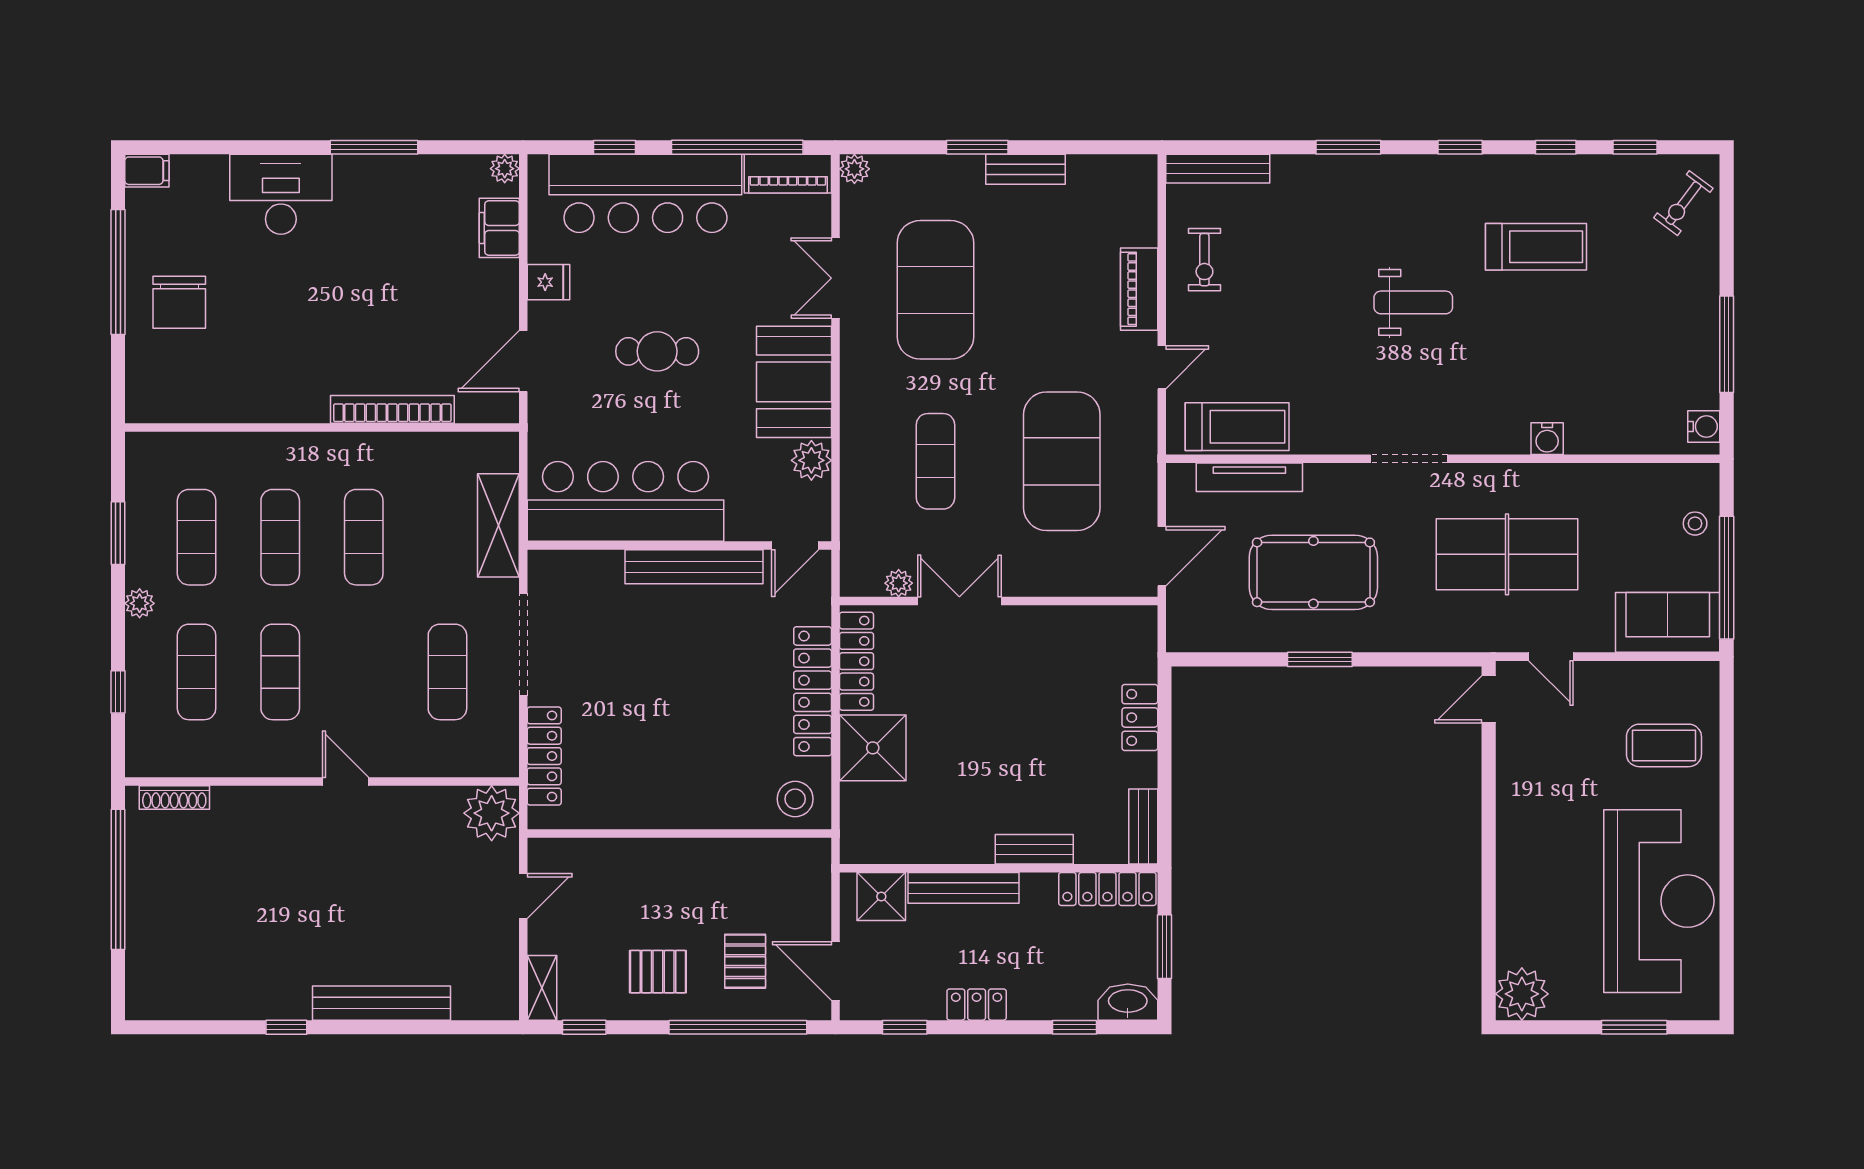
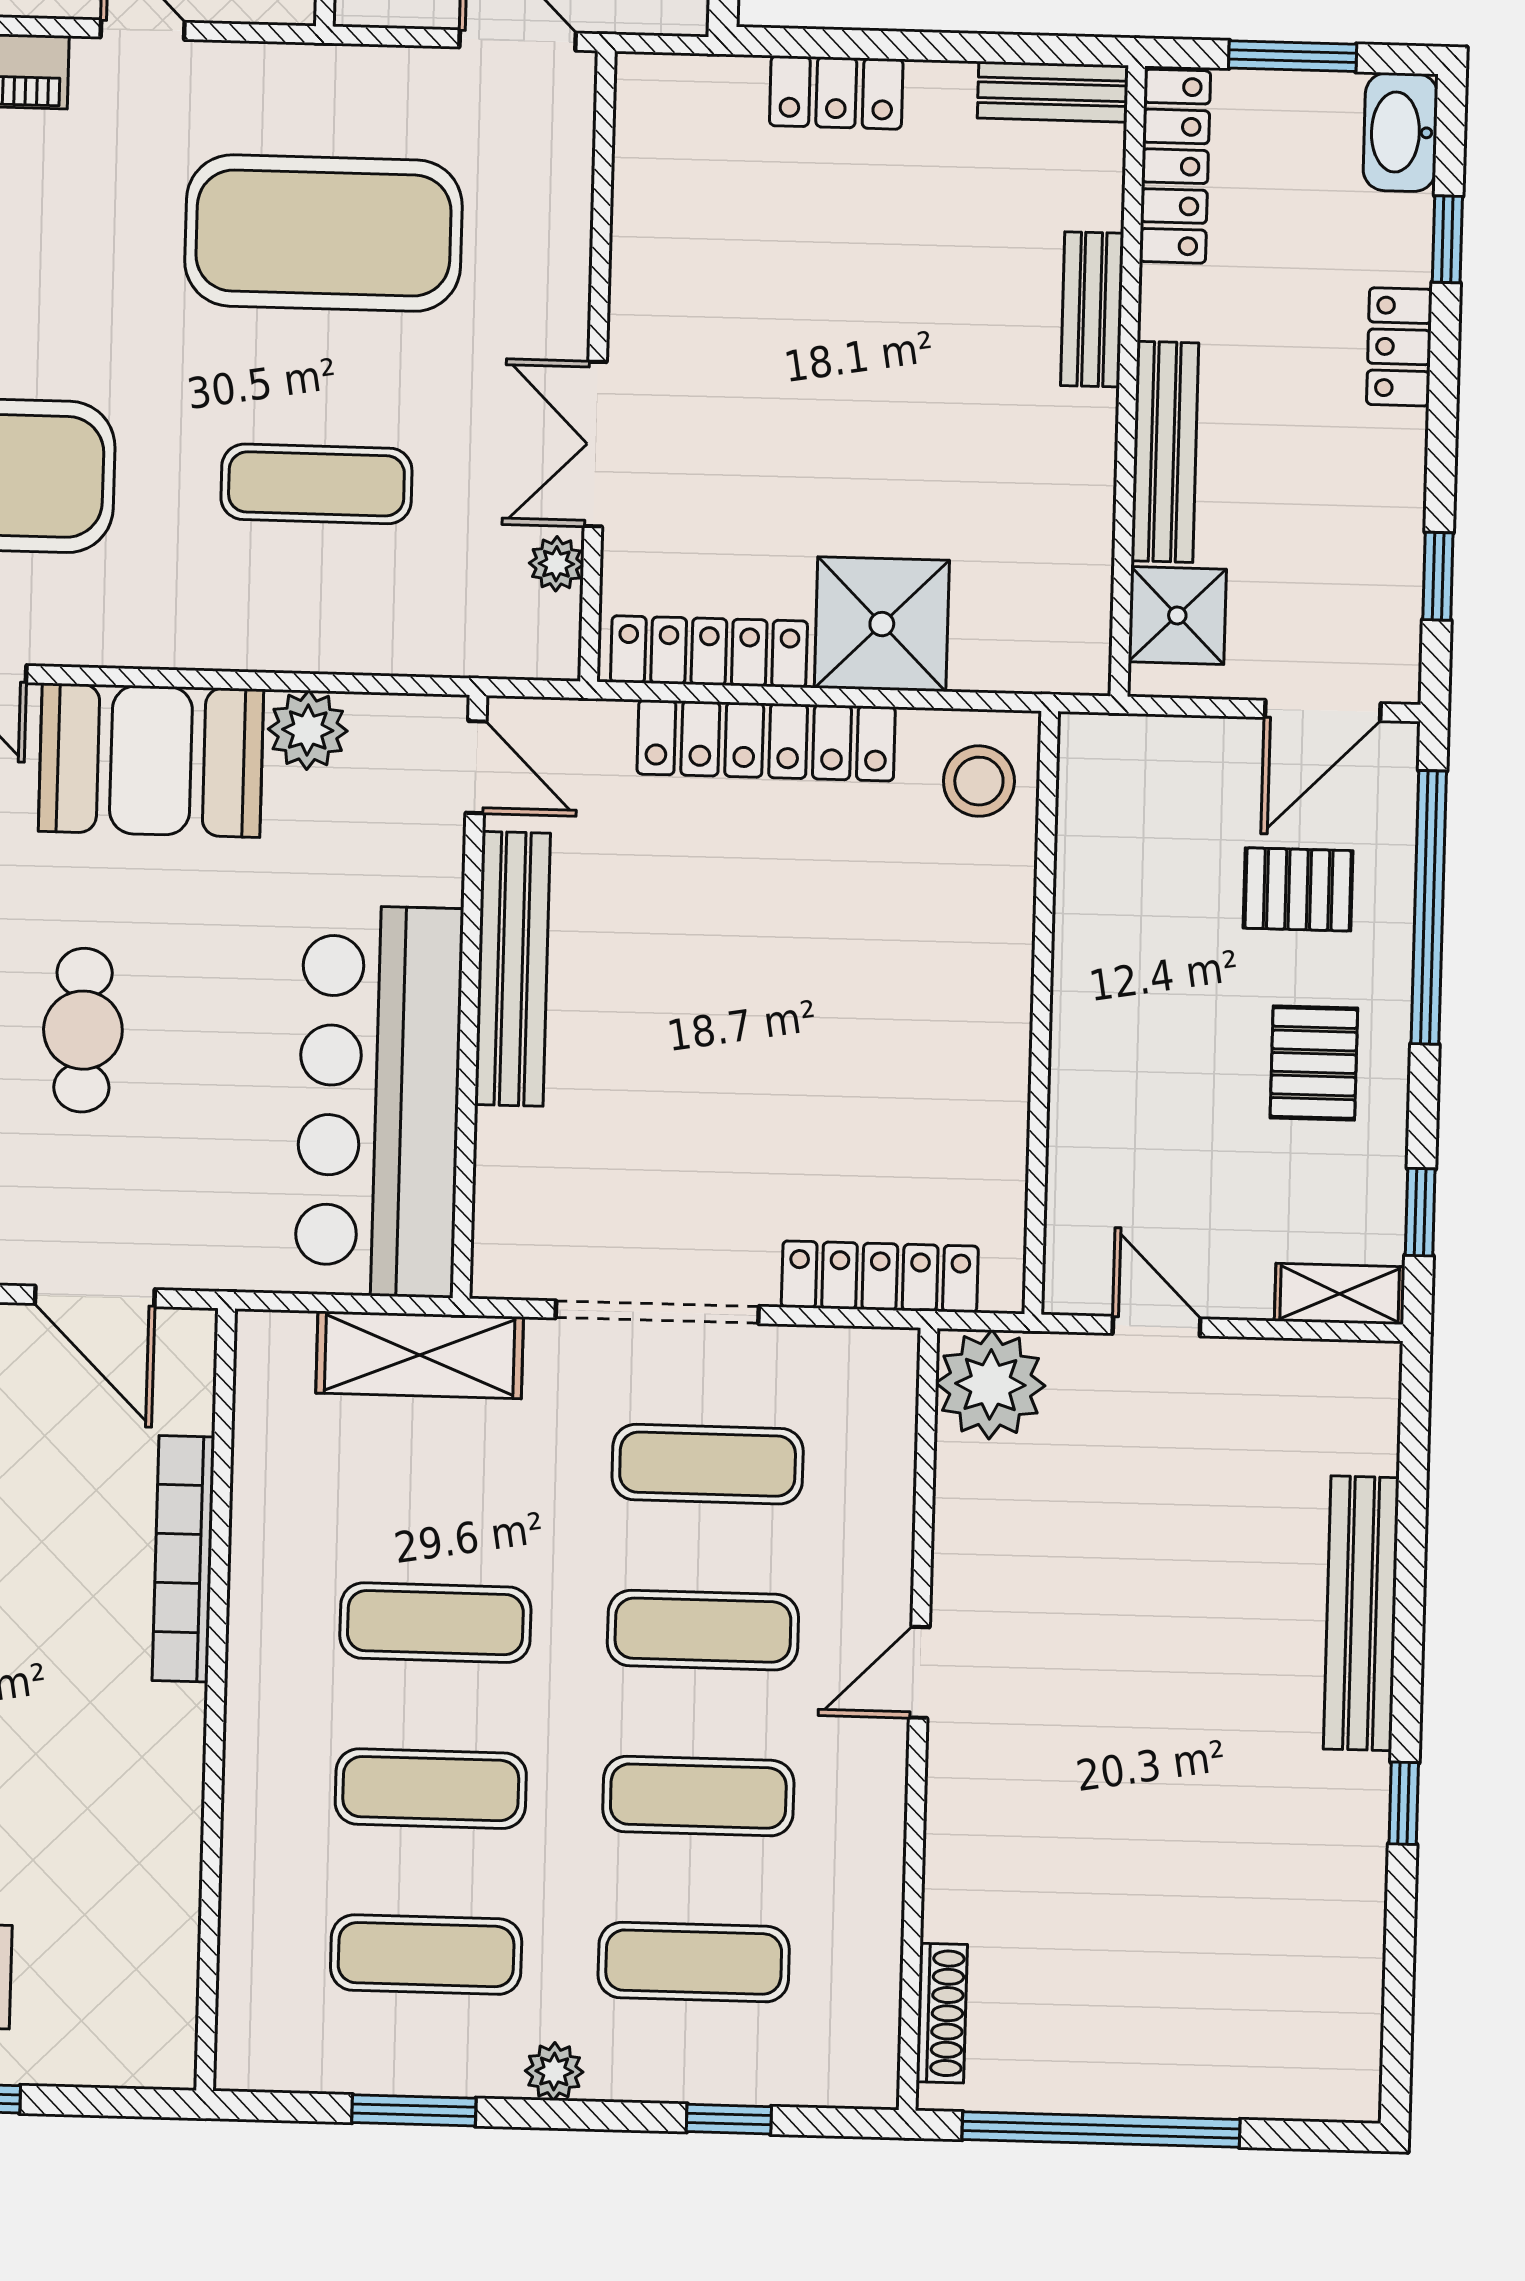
exercise mat: (364, 672) -> (703, 1630), added
locker: (977, 1005) -> (1399, 347), moved

